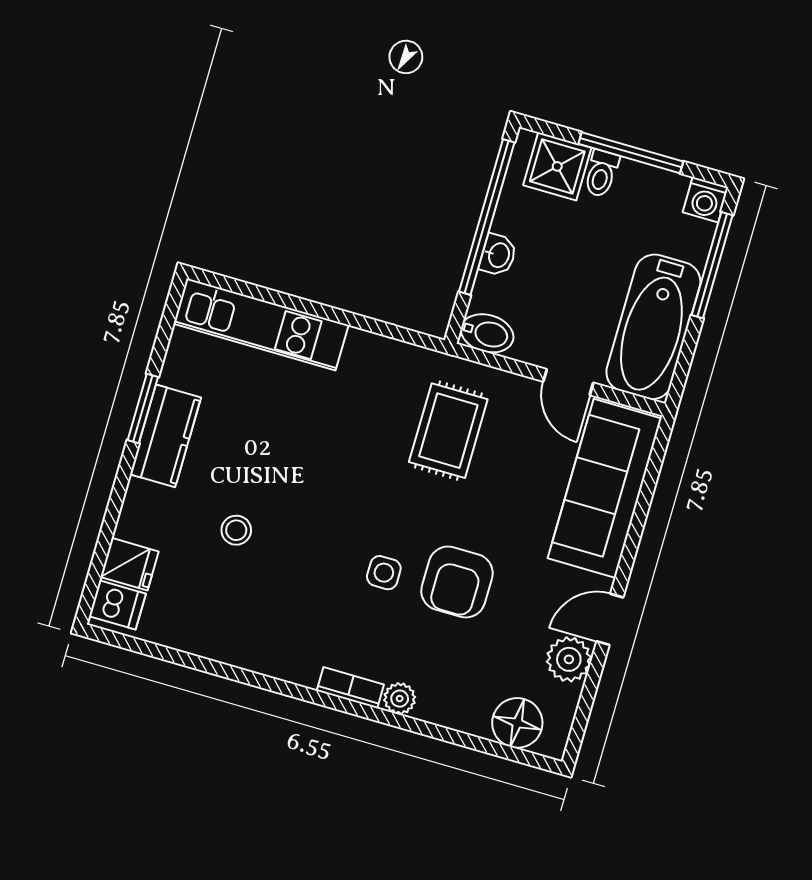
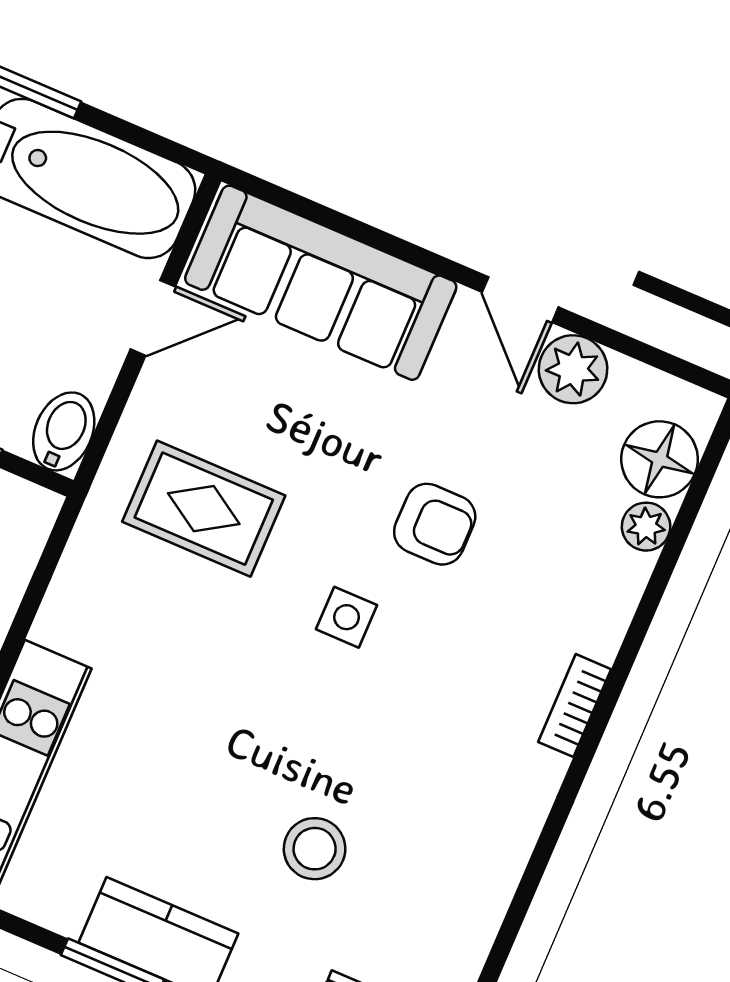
stool: (236, 530) -> (315, 849), width x1.37, depth x1.37
side table: (384, 573) -> (347, 617), moved
armchair: (457, 582) -> (435, 524), width x0.72, depth x0.72
plant: (400, 699) -> (646, 527), moved

